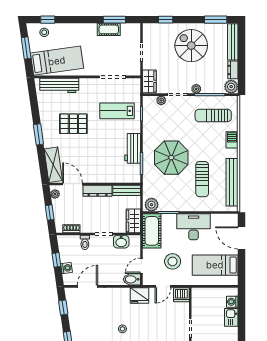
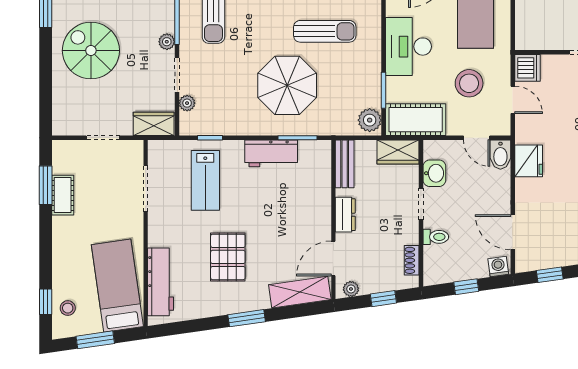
window: (166, 20) -> (46, 95), removed
spiral stairs: (191, 46) -> (91, 51), turned 90
dresser: (98, 191) -> (345, 215), width x0.70
washing machine: (67, 268) -> (498, 266), moved
fridge: (140, 295) -> (529, 161), moved

